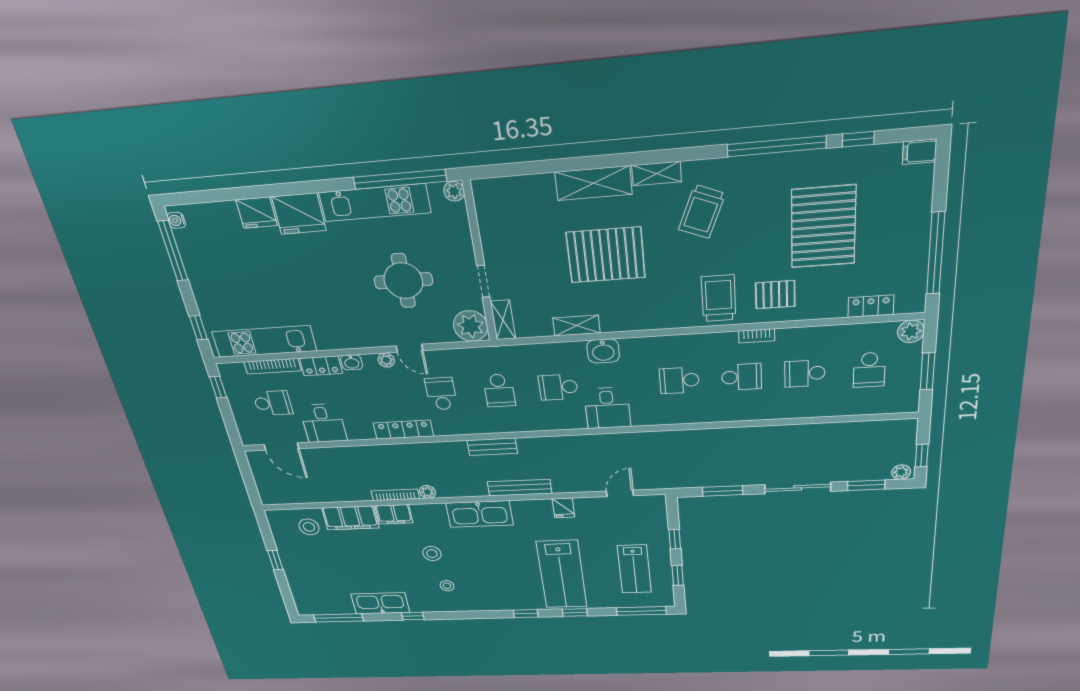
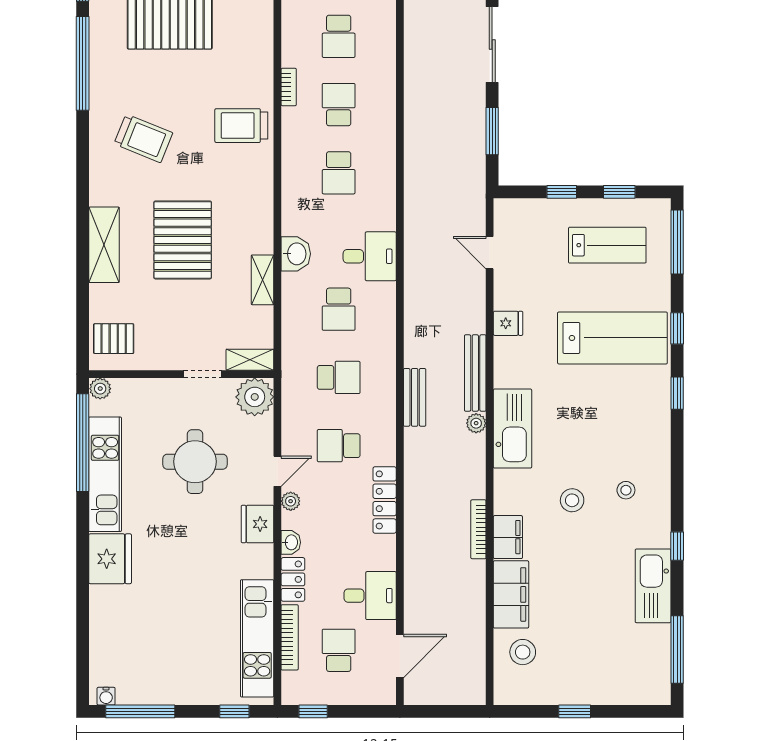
shelving: (657, 174) -> (100, 181), removed
fridge: (257, 213) -> (257, 524), moved, turned 180
pallet: (775, 295) -> (114, 339), moved, turned 90
plant: (428, 492) -> (476, 423), moved

